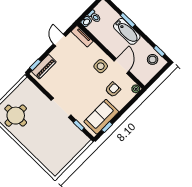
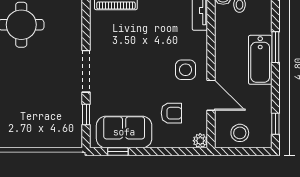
stool: (153, 59) -> (240, 133), moved
door: (121, 66) -> (211, 95), hinge flipped

